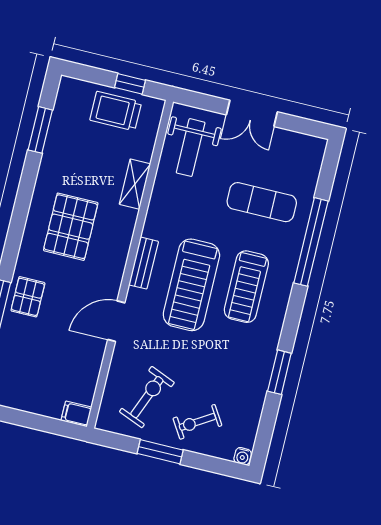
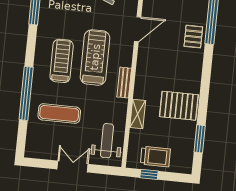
pallet: (71, 227) -> (179, 106), moved, turned 90
bench: (144, 263) -> (124, 83), moved

